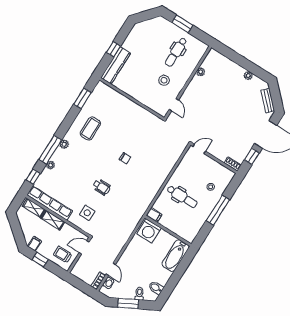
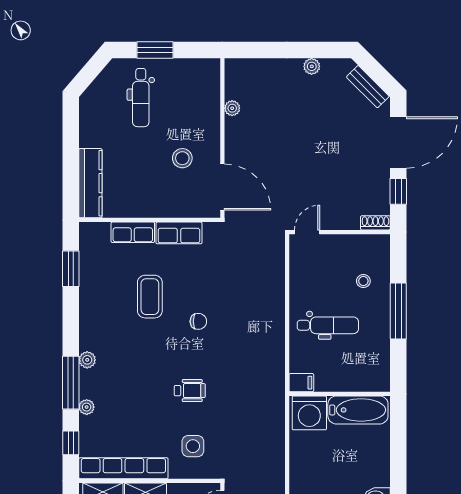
window: (113, 49) -> (71, 159), removed
dental chair: (176, 52) -> (141, 98), moved
row of seats: (121, 100) -> (133, 232), added
door: (174, 105) -> (222, 187), width x1.88
row of seats: (141, 113) -> (179, 233), added
coffee table: (90, 128) -> (150, 297), moved
bathtub: (175, 256) -> (358, 410), moved, turned -90

